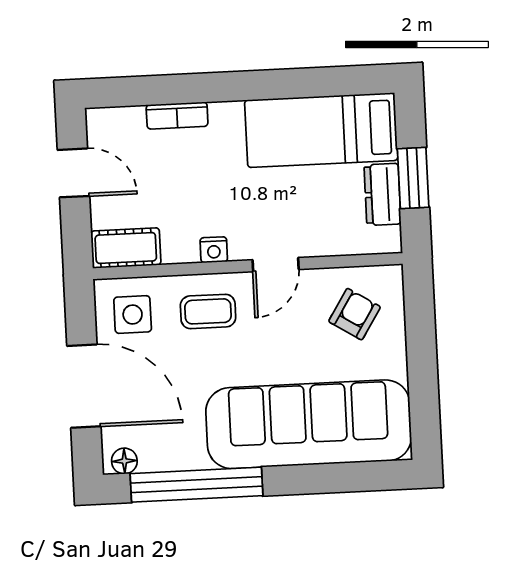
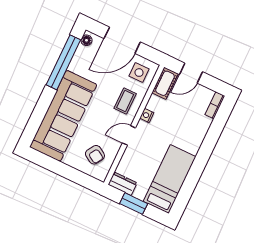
bookcase: (177, 116) -> (215, 105), moved
door: (74, 173) -> (191, 73), moved
dresser: (382, 194) -> (123, 184), moved
door: (276, 265) -> (129, 135), hinge flipped

